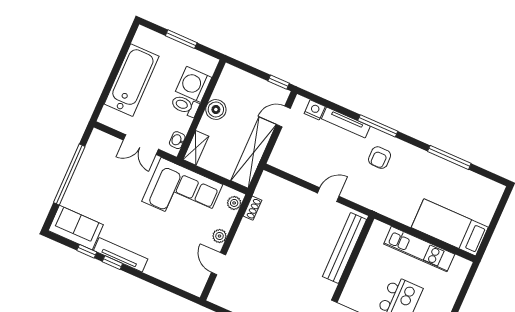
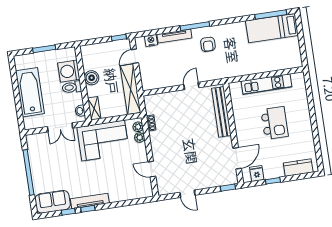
window: (449, 157) -> (271, 15), moved
bed: (450, 227) -> (272, 28), moved
plant: (219, 236) -> (140, 137), moved

